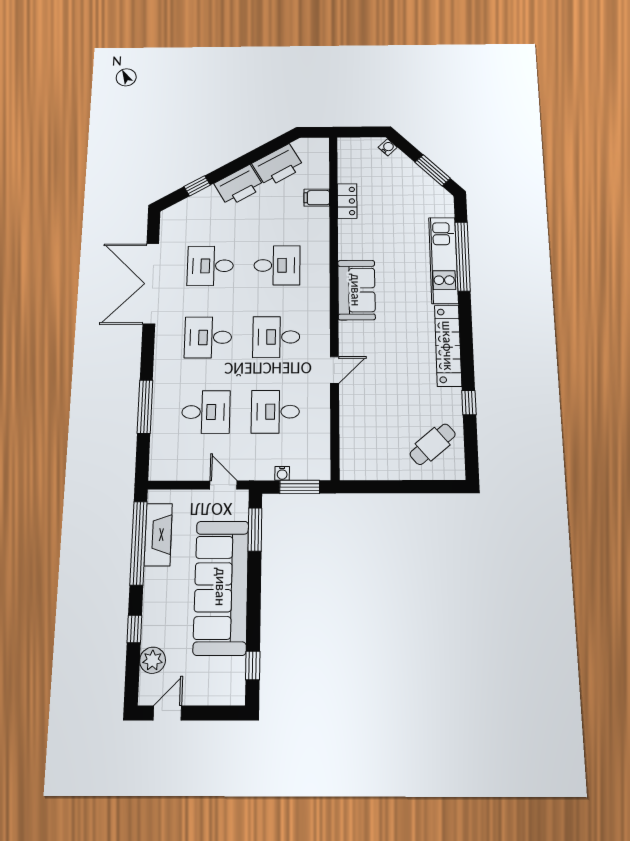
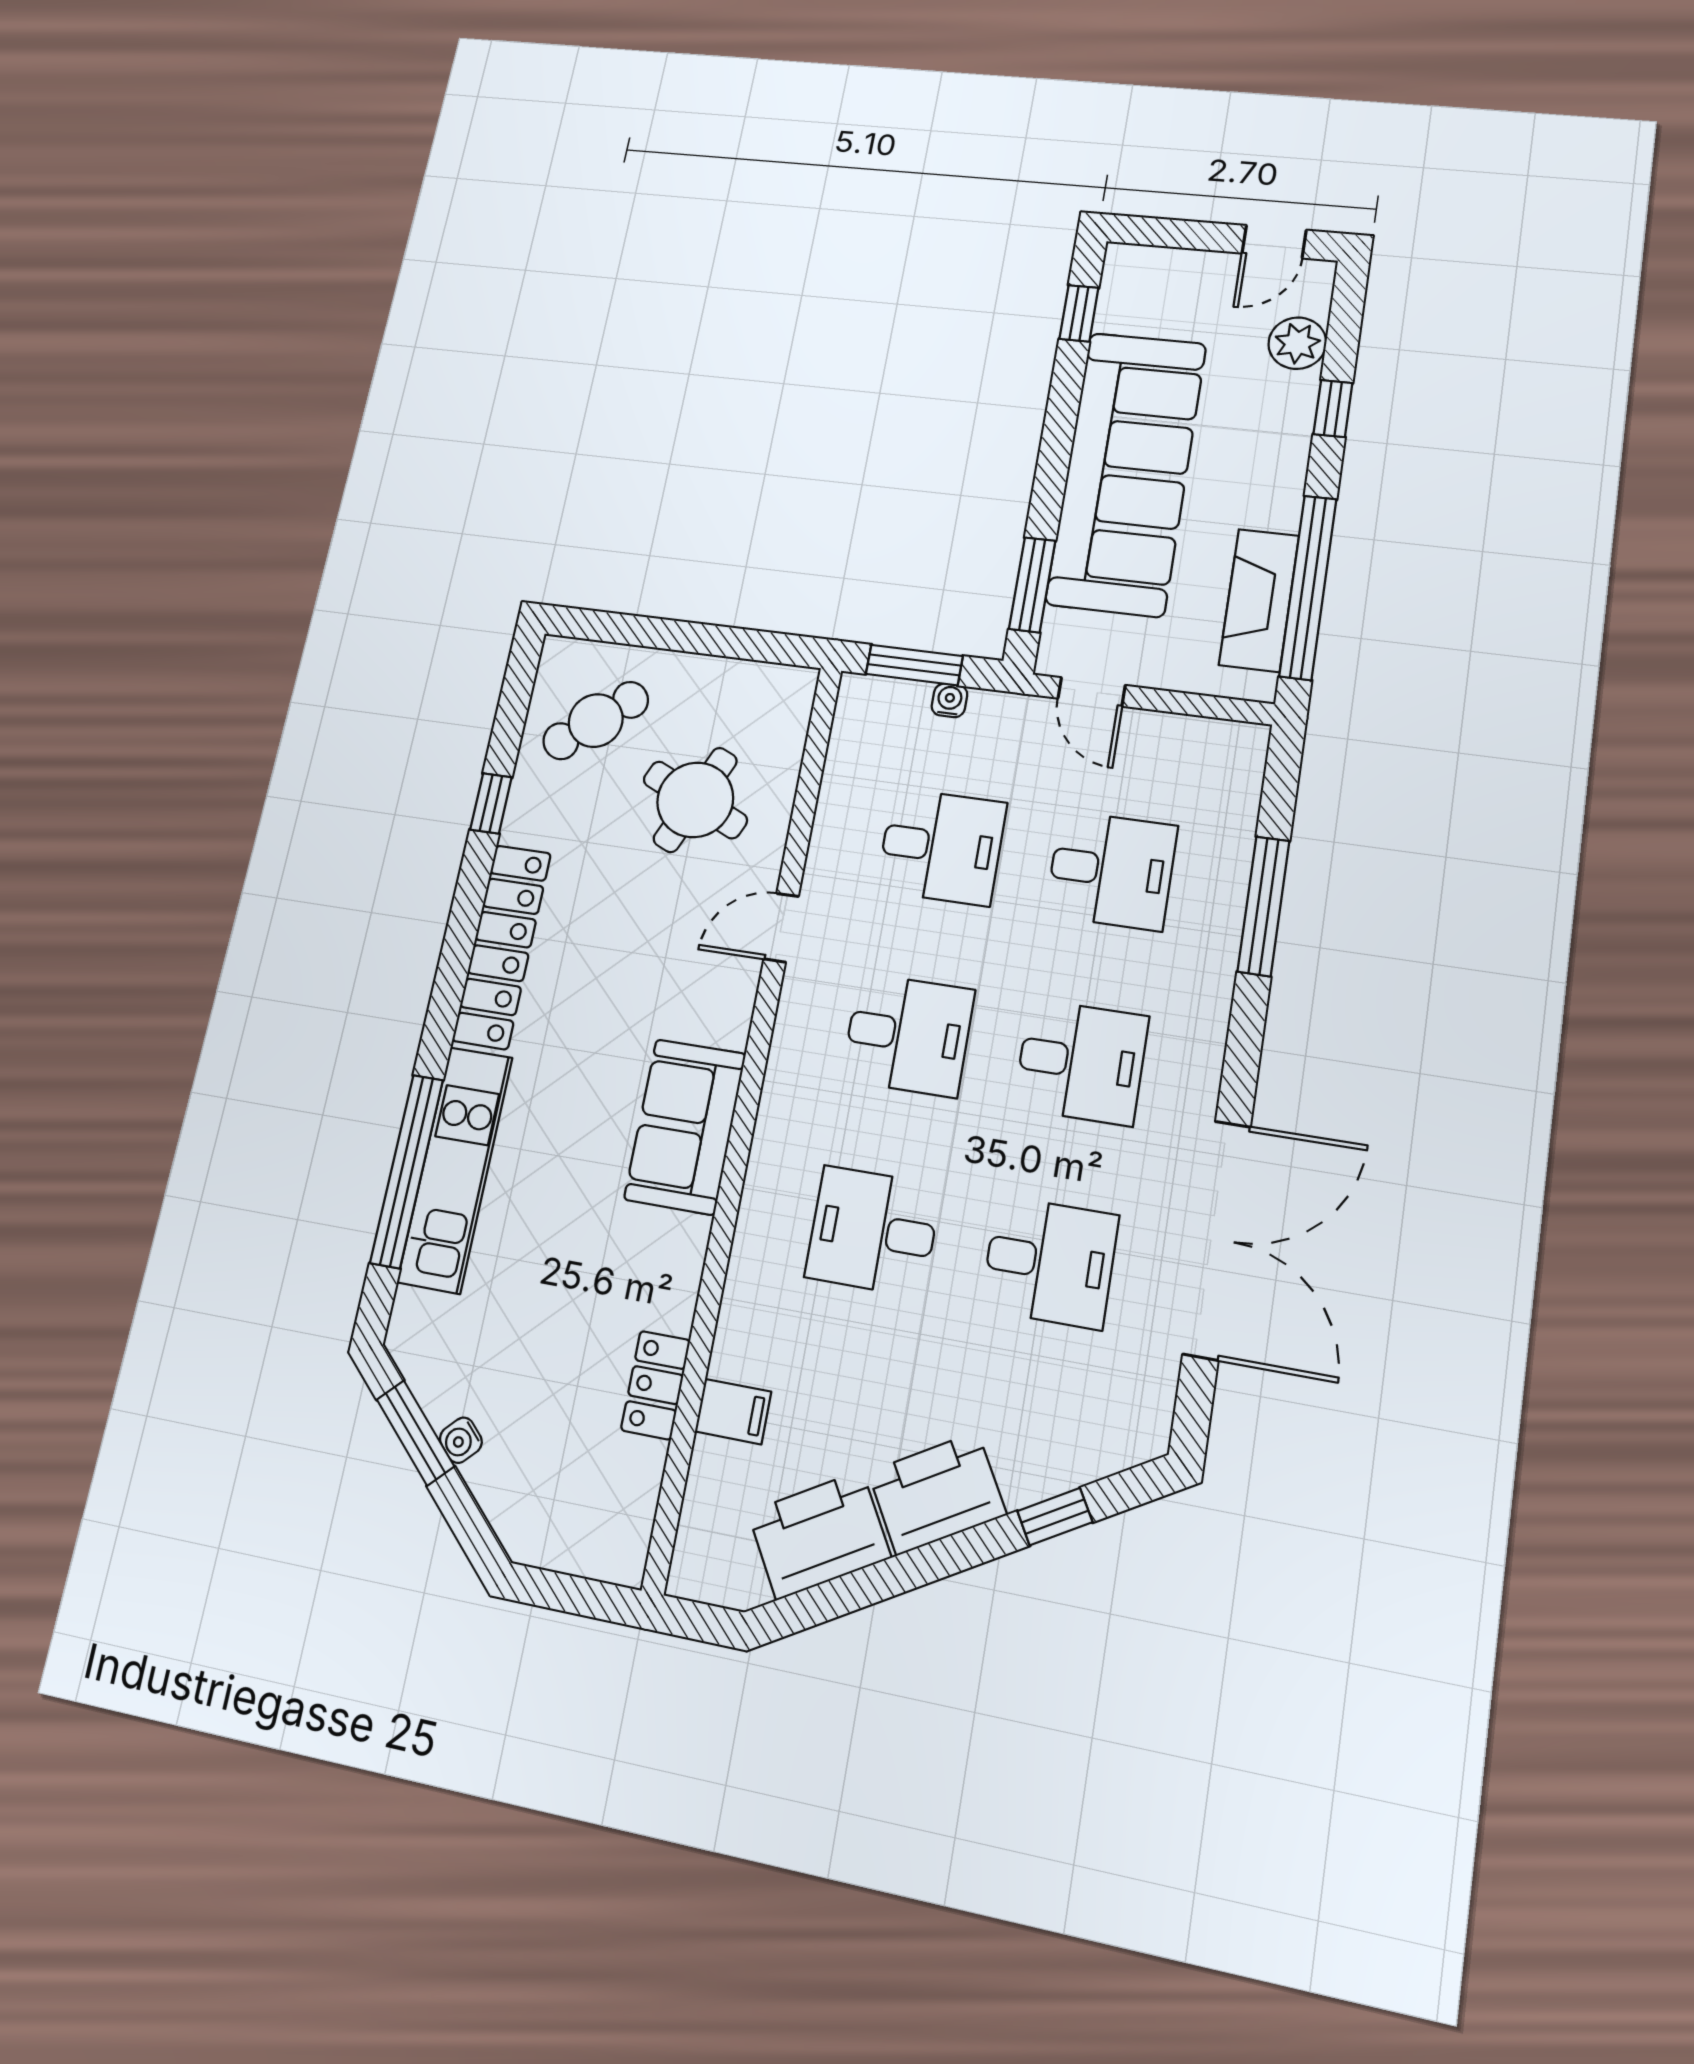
water cooler: (388, 147) -> (461, 1440), moved
desk: (206, 412) -> (1111, 870), turned 180
round table: (381, 416) -> (695, 800), added

